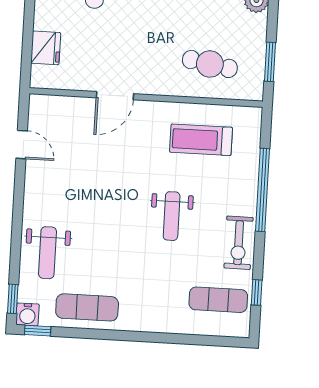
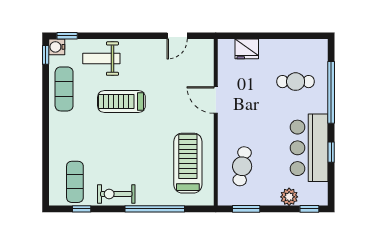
treadmill: (201, 140) -> (188, 163), width x1.37, depth x1.38
weight bench: (172, 216) -> (132, 145), removed
treadmill: (109, 228) -> (121, 102), added

